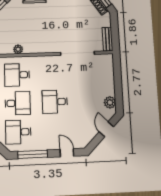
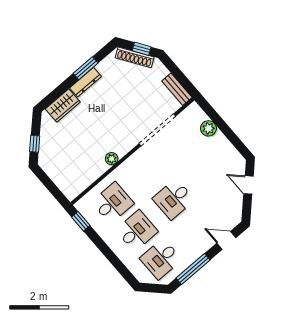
plant: (18, 49) -> (112, 159), moved
desk: (17, 75) -> (113, 203), turned 180
plant: (110, 102) -> (208, 128), moved

